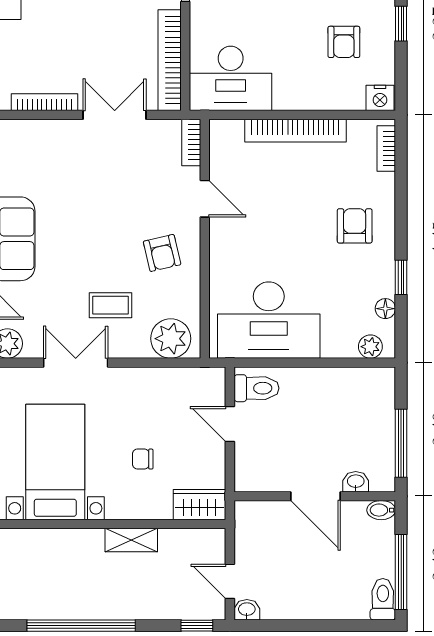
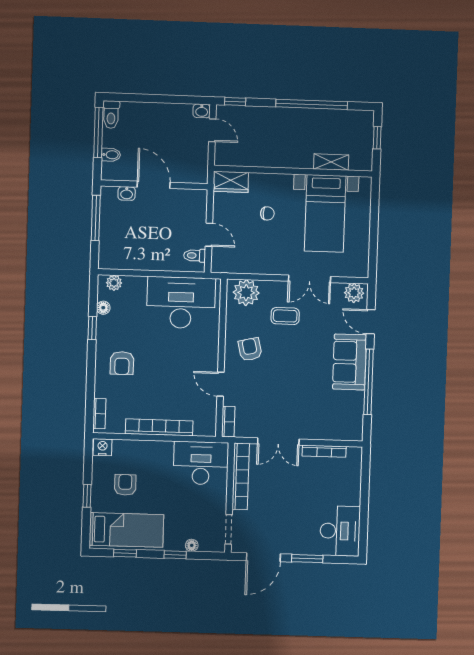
toilet: (256, 388) -> (195, 256), width x0.73, depth x0.72
bidet: (381, 510) -> (111, 155), moved
shelving: (131, 540) -> (331, 162), moved

